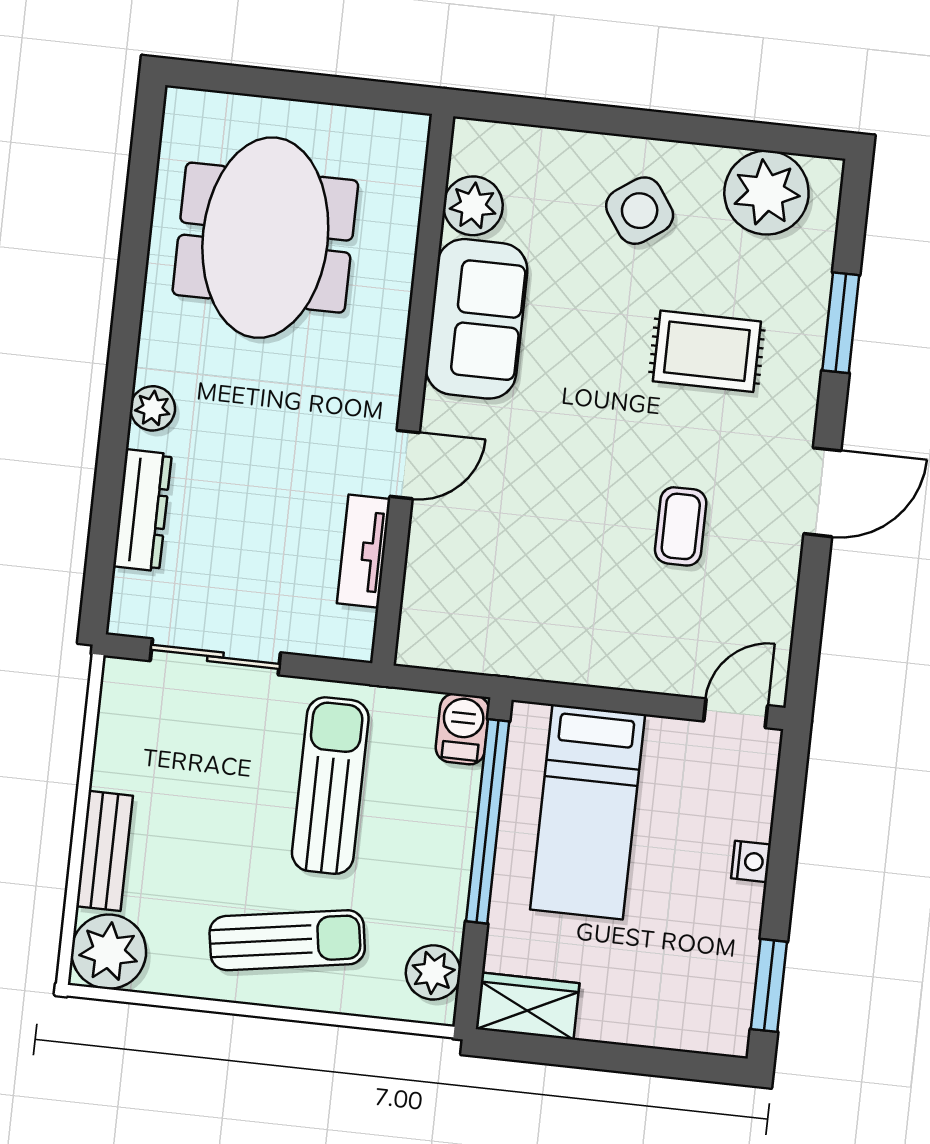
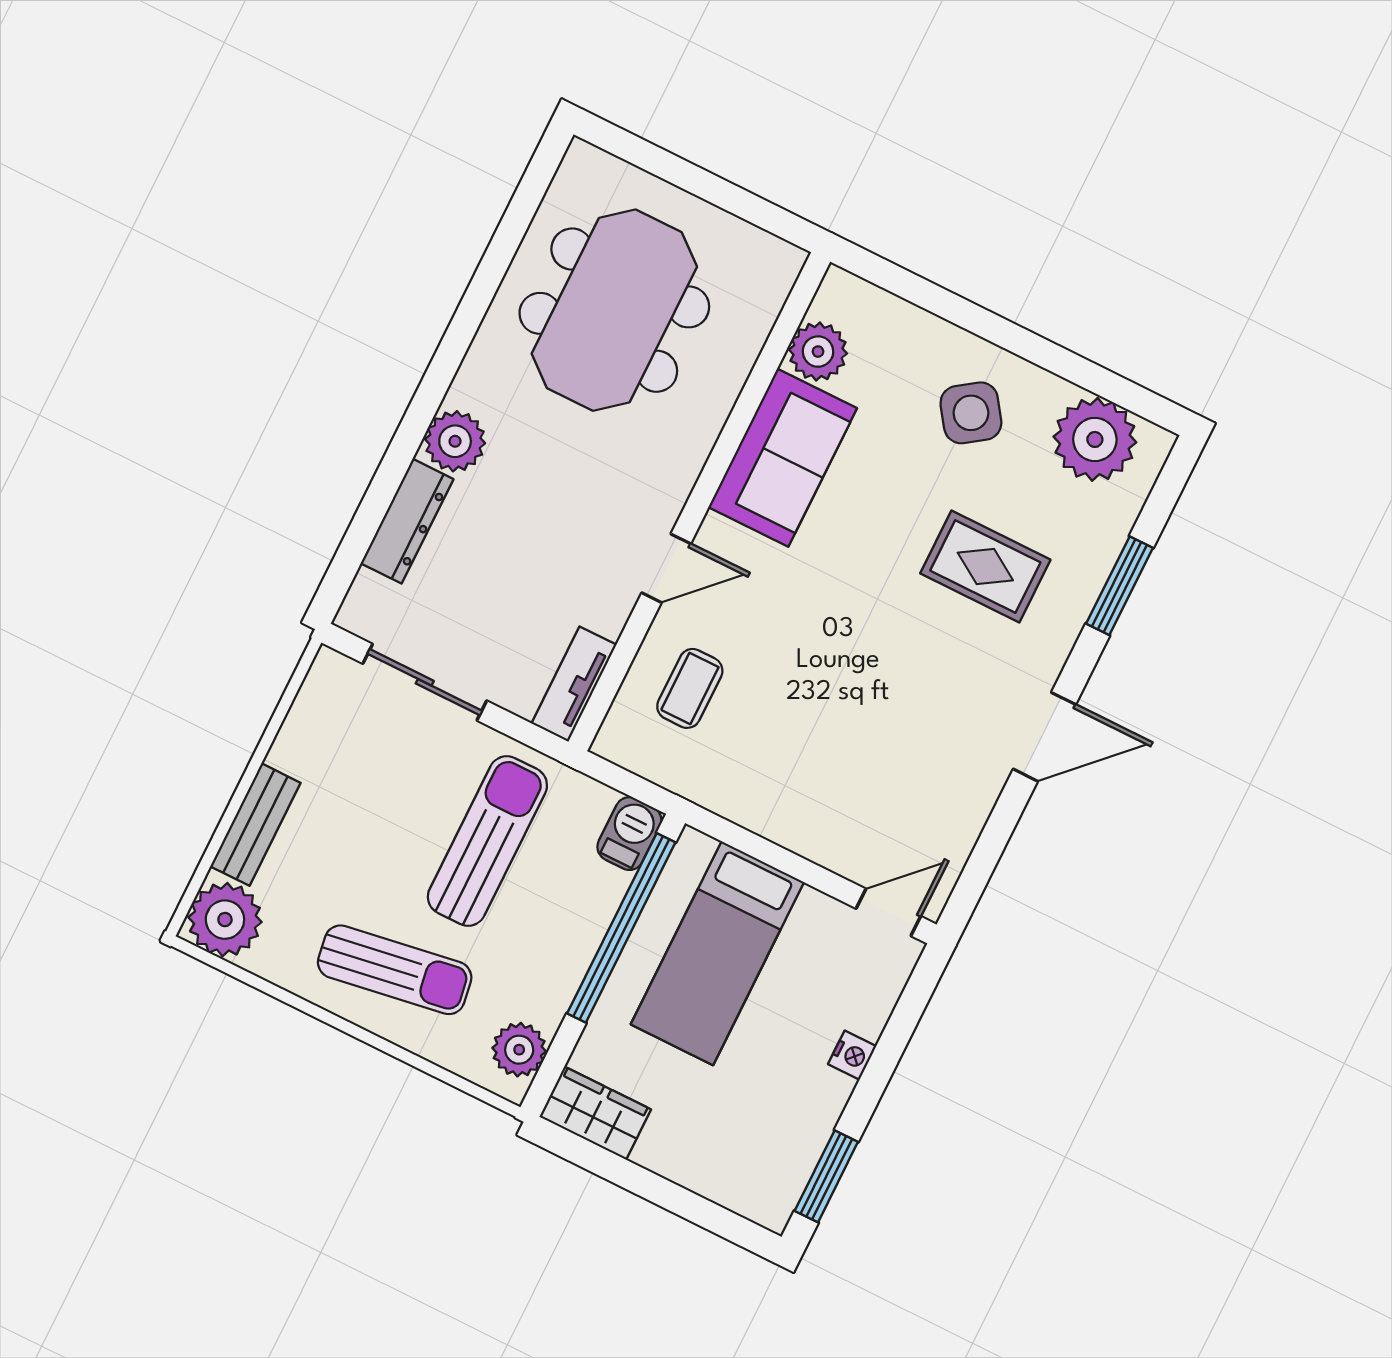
plant: (153, 408) -> (455, 441), width x1.38, depth x1.38
coffee table: (681, 526) -> (690, 688), moved
tv unit: (364, 551) -> (574, 684), moved

